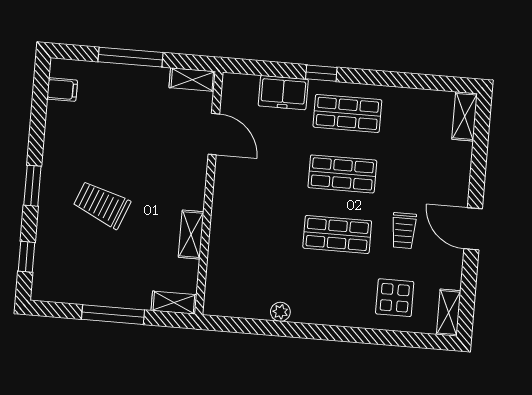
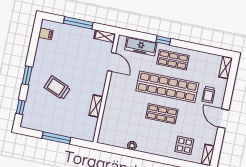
freezer: (283, 93) -> (141, 46), width x1.40
shop shelf: (342, 174) -> (167, 87), width x2.00, depth x1.36
trolley: (404, 231) -> (208, 95), moved
shelving: (174, 303) -> (85, 136), removed

